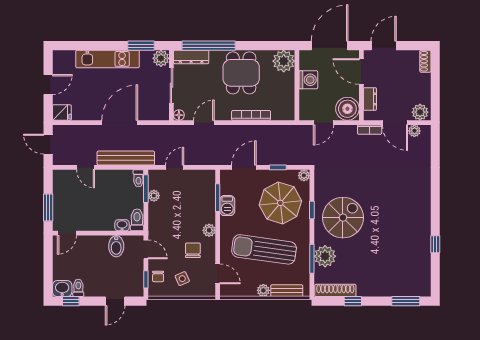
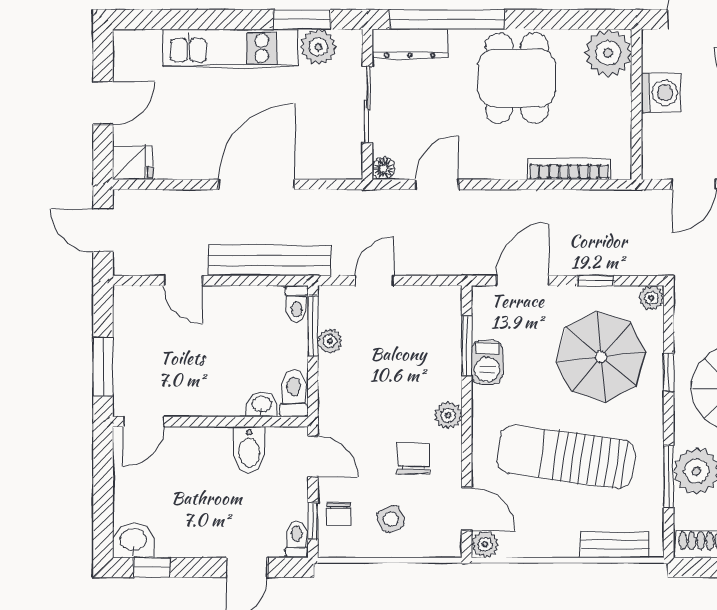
plant: (161, 58) -> (318, 47), moved
bookcase: (251, 115) -> (569, 169), moved
toilet: (78, 288) -> (297, 539), moved
plant: (263, 290) -> (485, 544), moved

